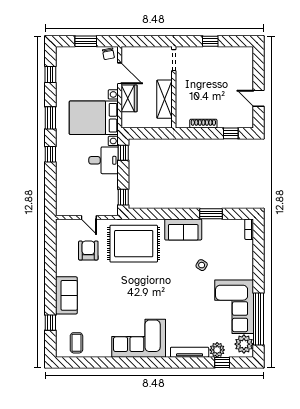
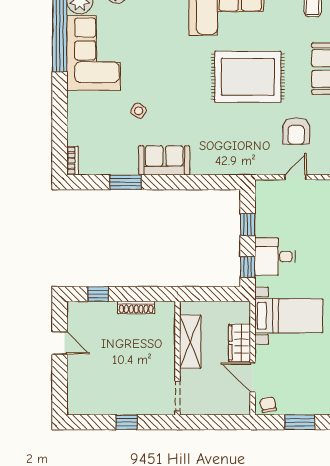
bed with nightstands: (94, 118) -> (289, 316), width x0.73
window: (123, 197) -> (248, 225), moved
door: (89, 217) -> (295, 177), hinge flipped
rug: (134, 244) -> (248, 77), moved

